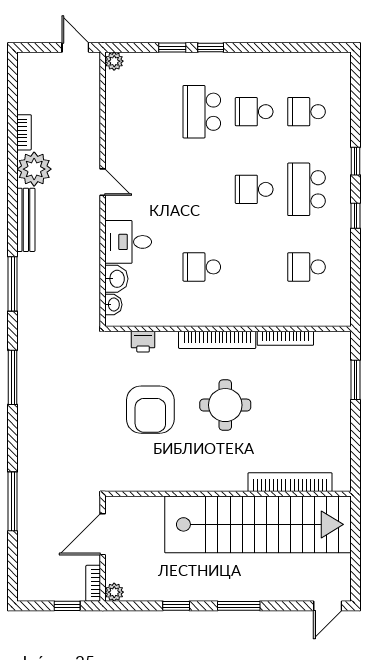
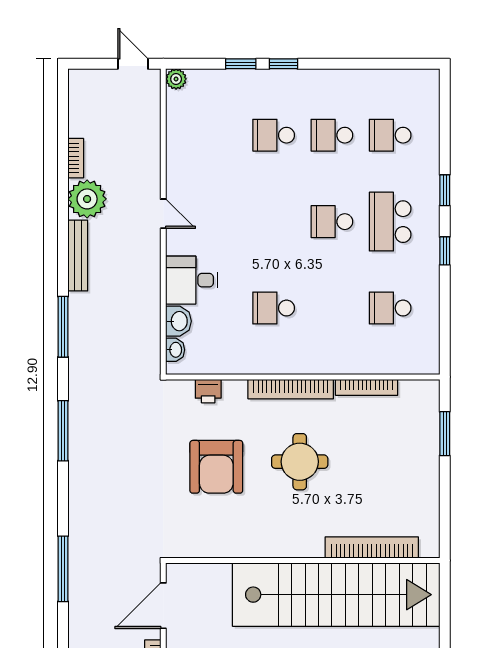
school desk: (202, 112) -> (274, 135), width x0.54

